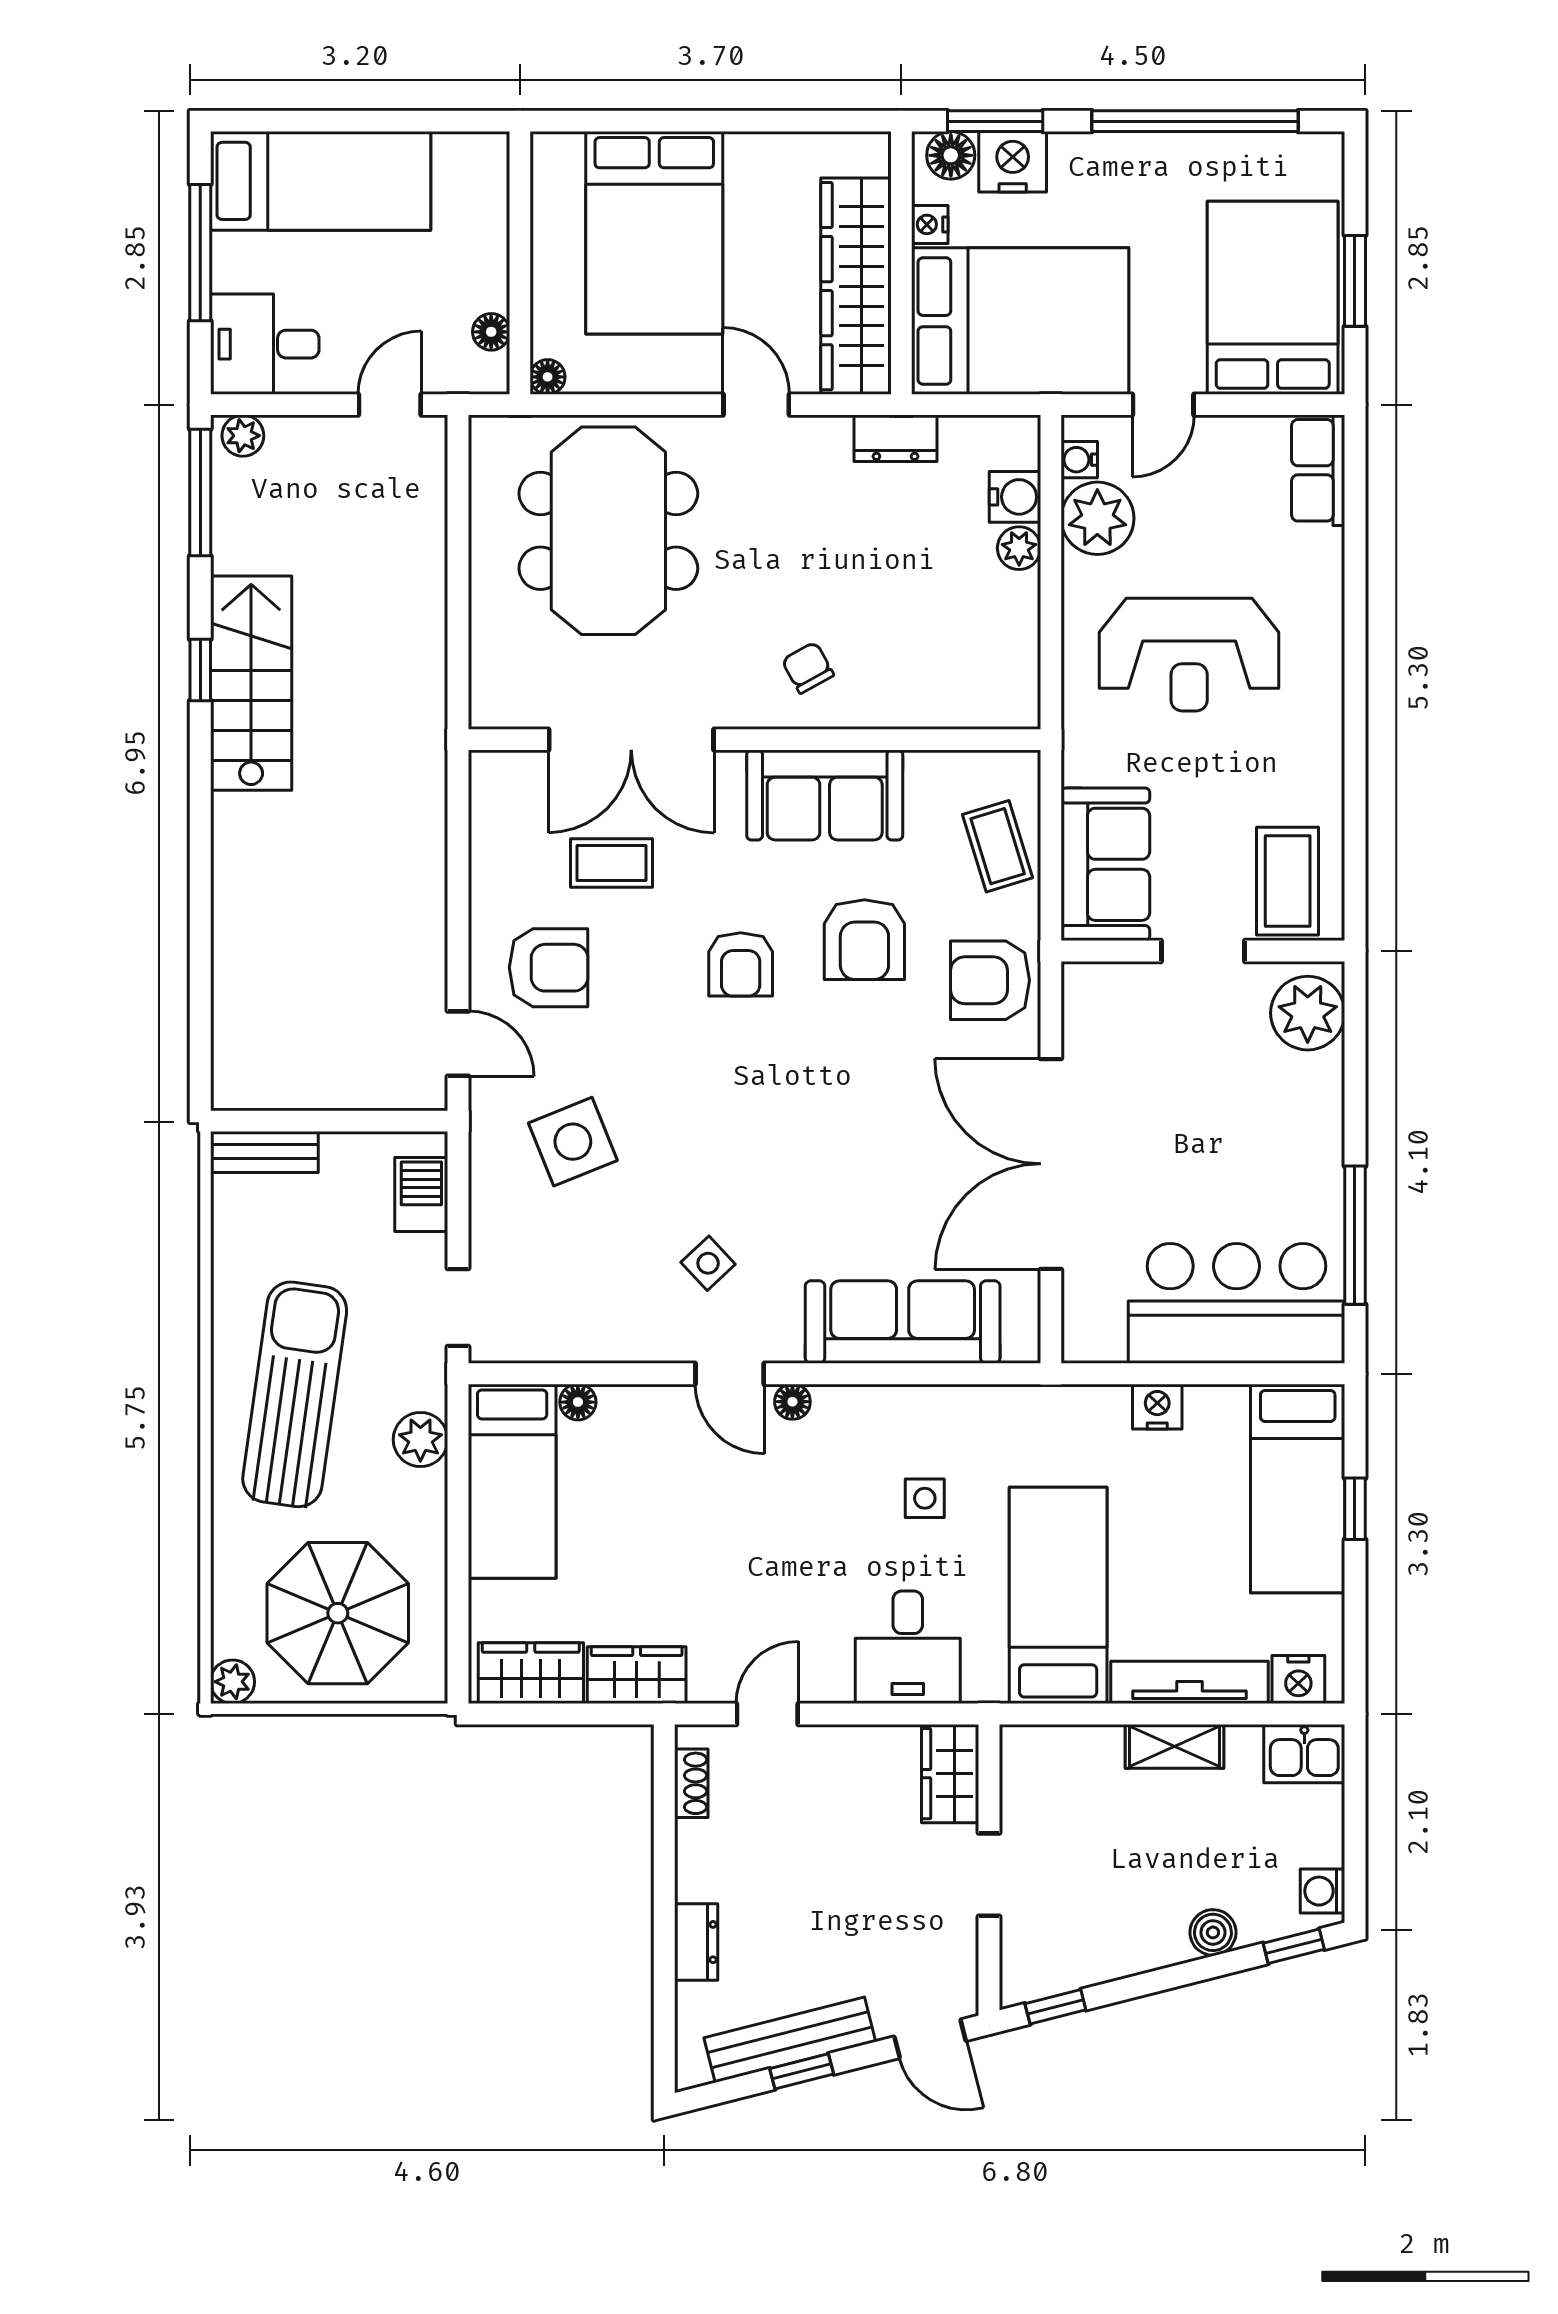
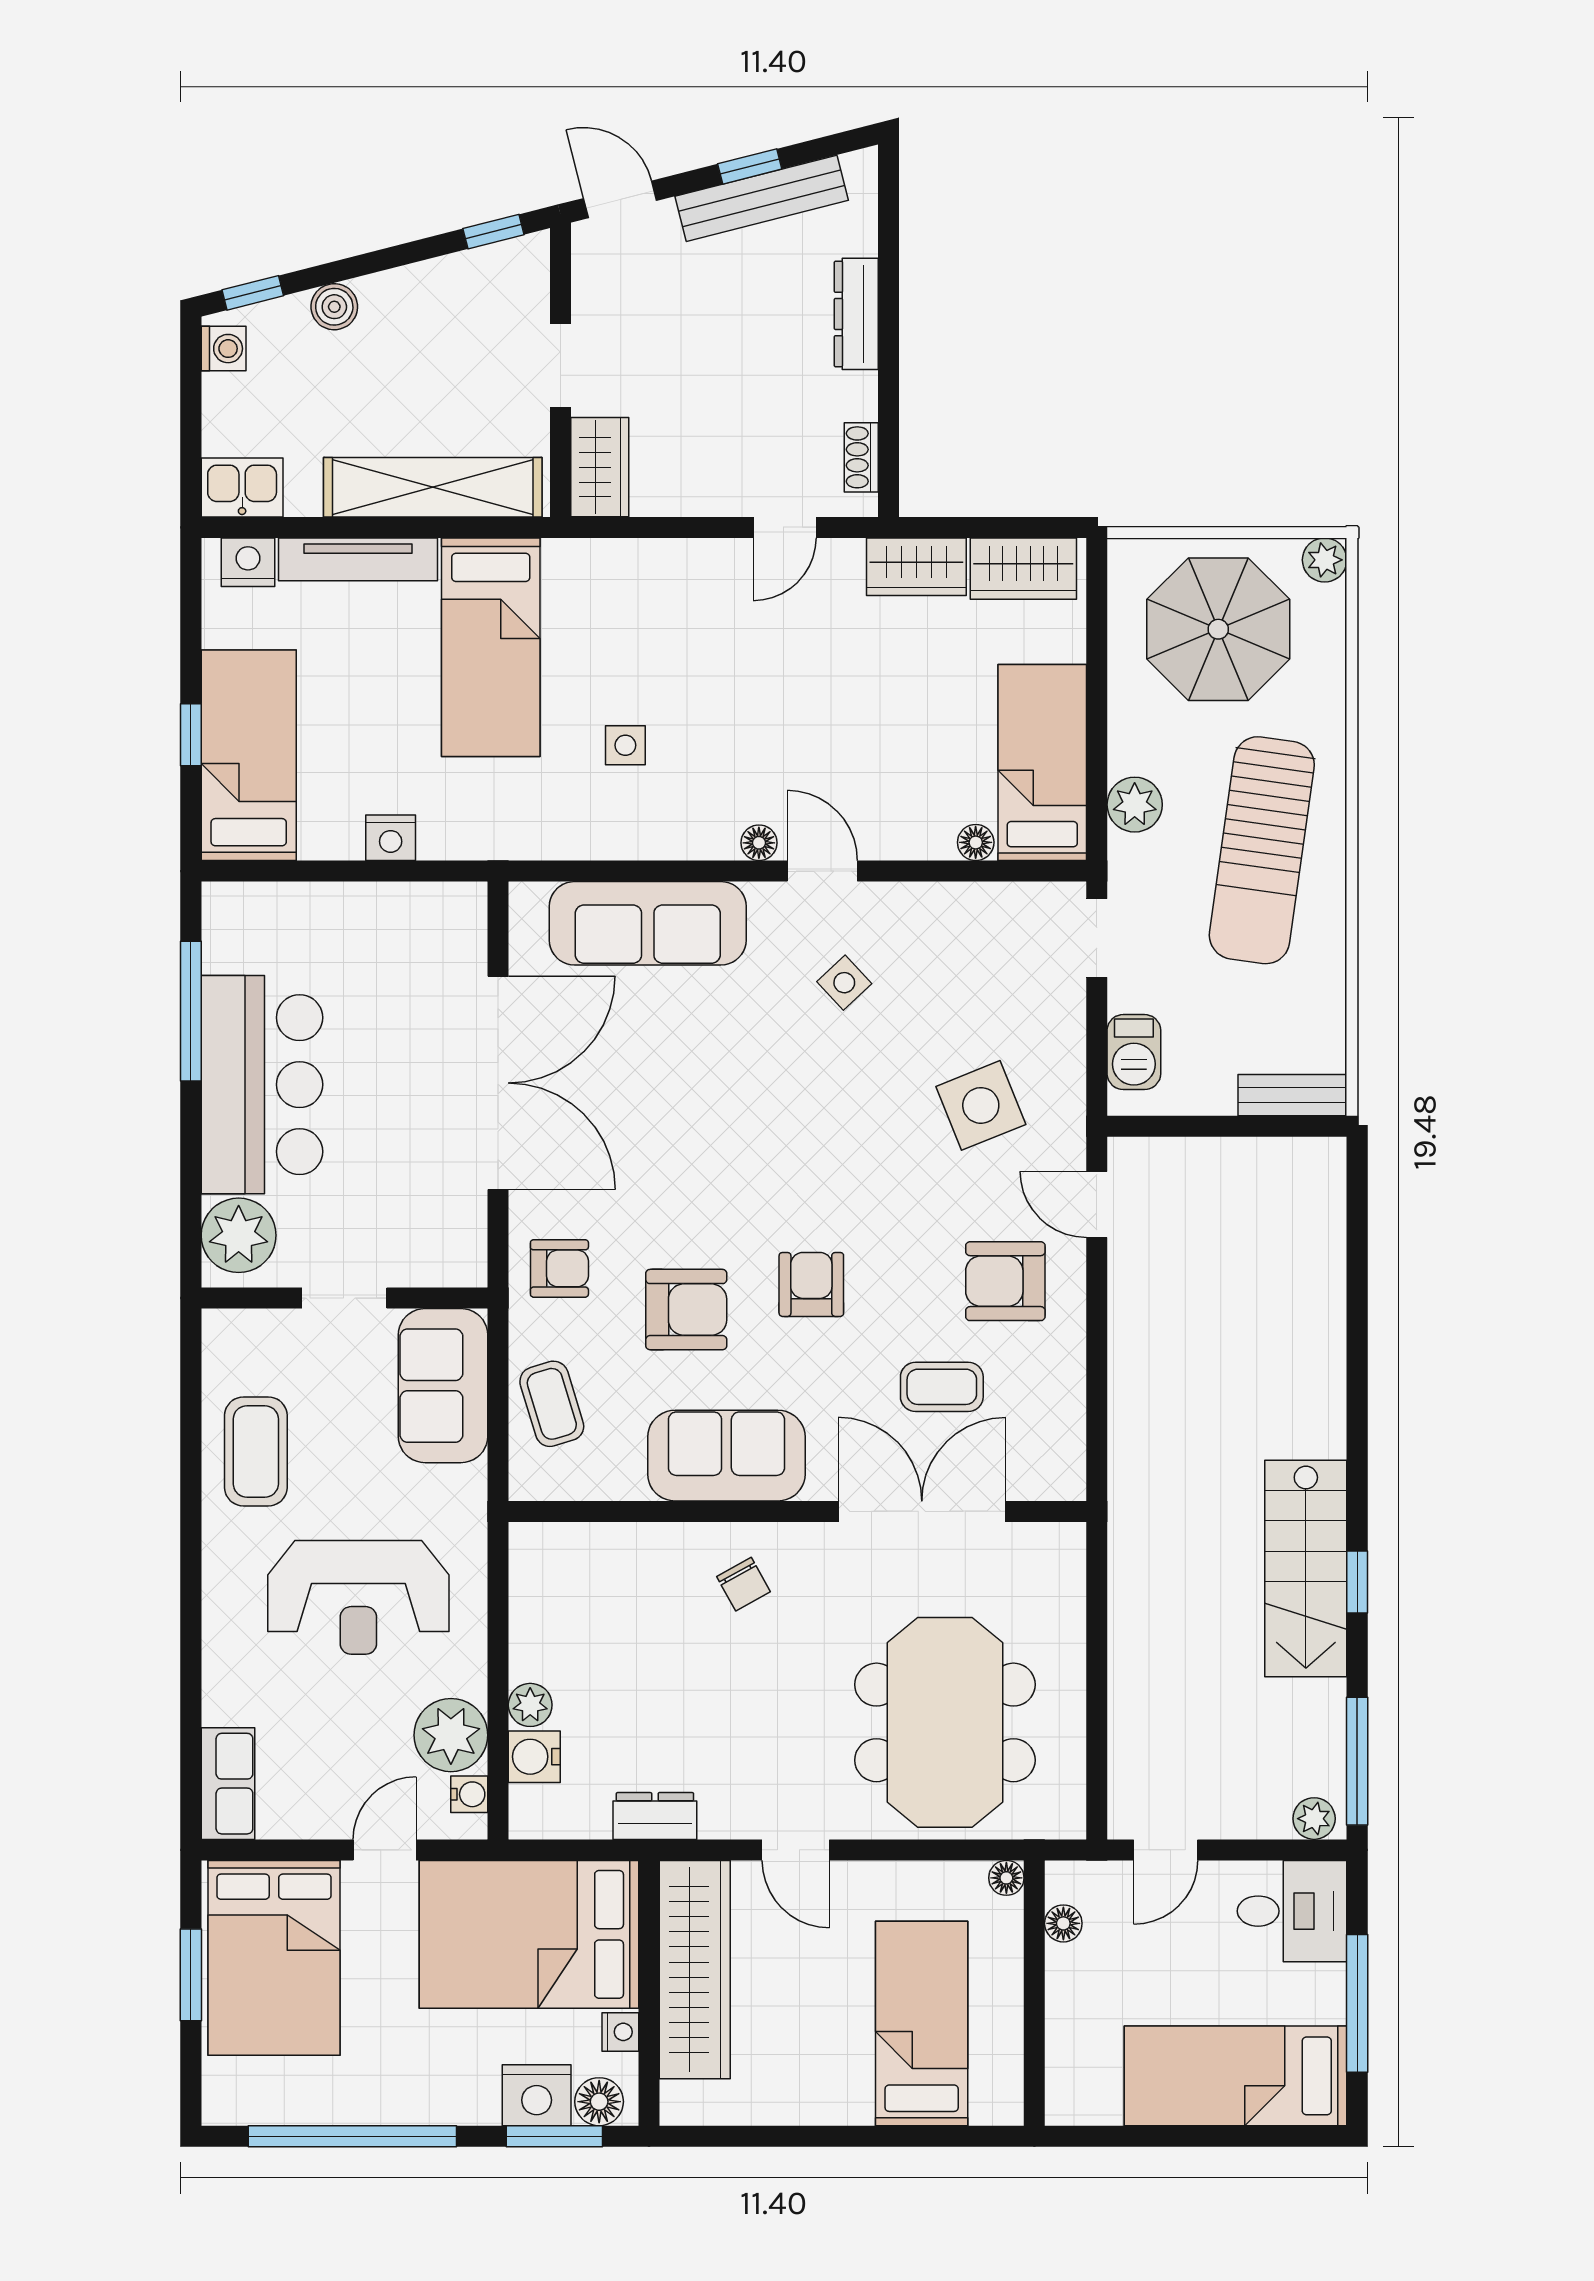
bed: (654, 233) -> (922, 2023), width x0.67
reception desk: (1189, 655) -> (358, 1597), turned 180
coffee table: (1288, 881) -> (256, 1451), moved
armchair: (864, 940) -> (686, 1310), turned 90
armchair: (990, 980) -> (559, 1268), width x0.72, depth x0.72
bar counter: (1237, 1303) -> (262, 1085), moved, turned -90
desk: (908, 1647) -> (643, 595), removed
shelving: (1174, 1746) -> (433, 487), width x2.20, depth x1.33
dresser: (696, 1942) -> (856, 314), width x1.44

